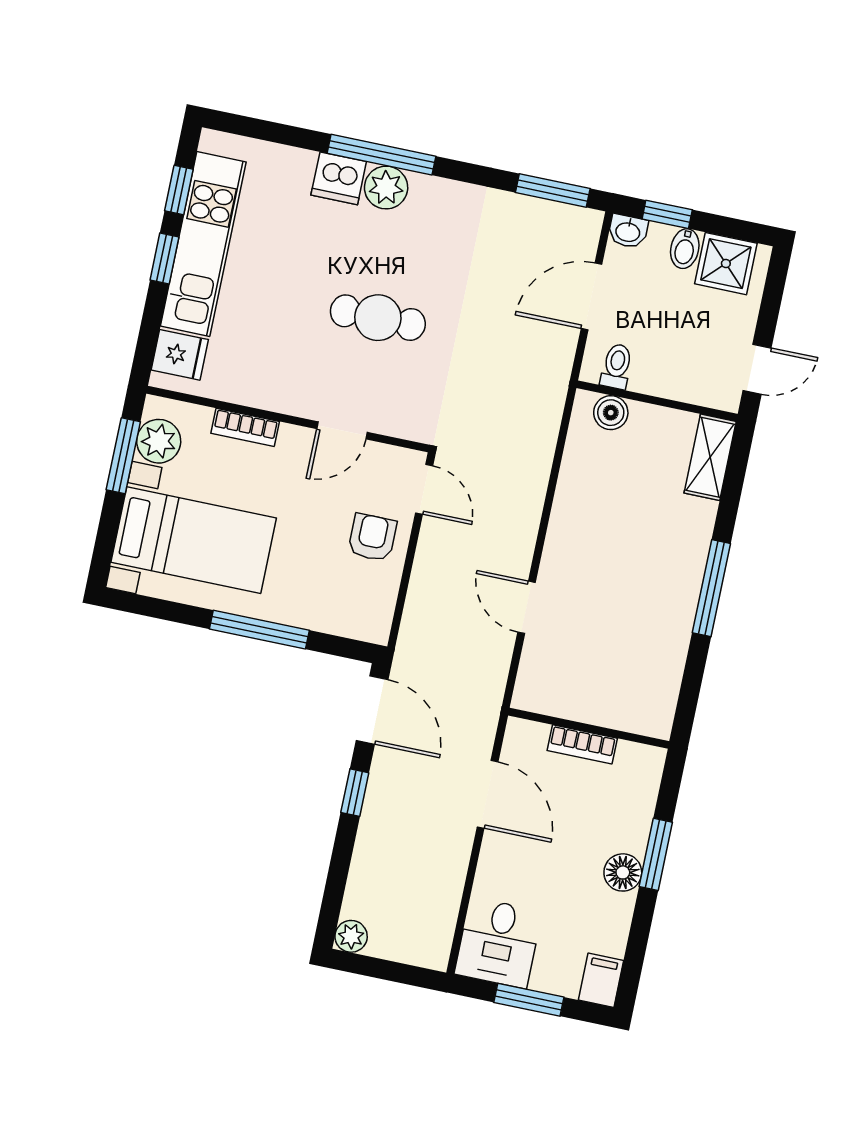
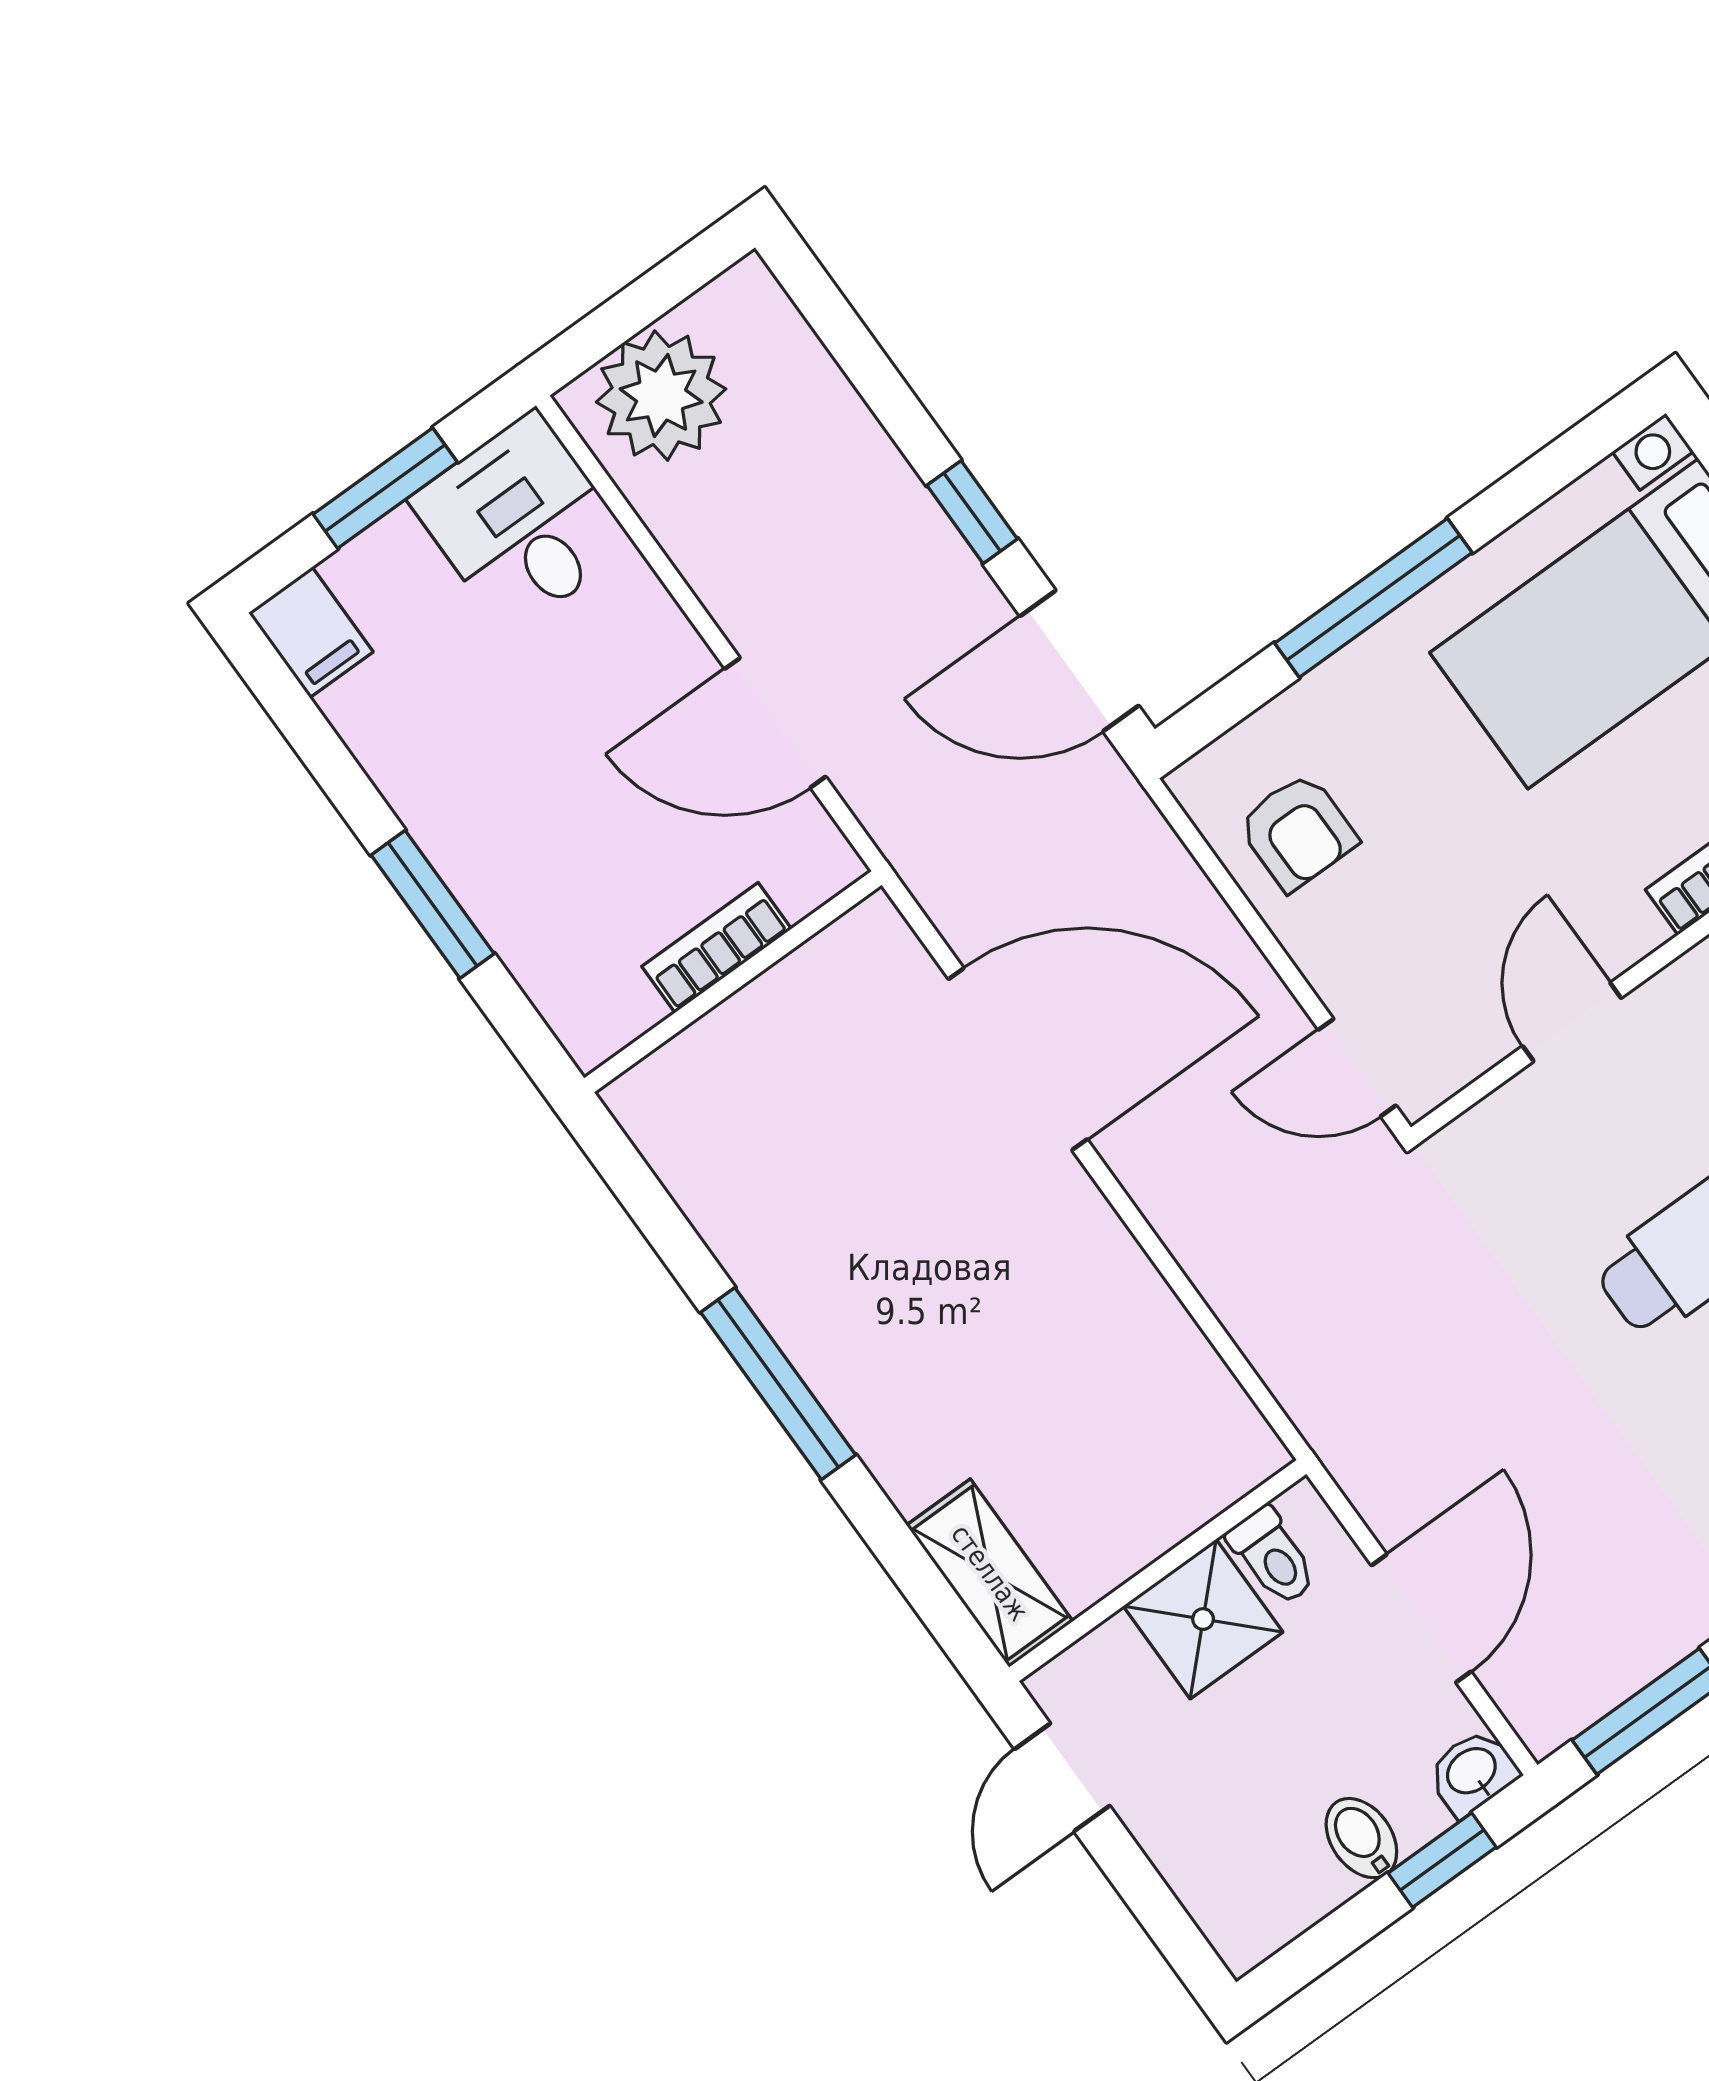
shower: (726, 264) -> (1203, 1619), moved
boiler: (611, 413) -> (1207, 1479), removed
armchair: (372, 537) -> (1298, 832), moved
door: (527, 607) -> (1018, 1059), width x1.87
floor lamp: (623, 872) -> (452, 825), removed
plant: (351, 936) -> (661, 396), moved, width x1.87, depth x1.87

